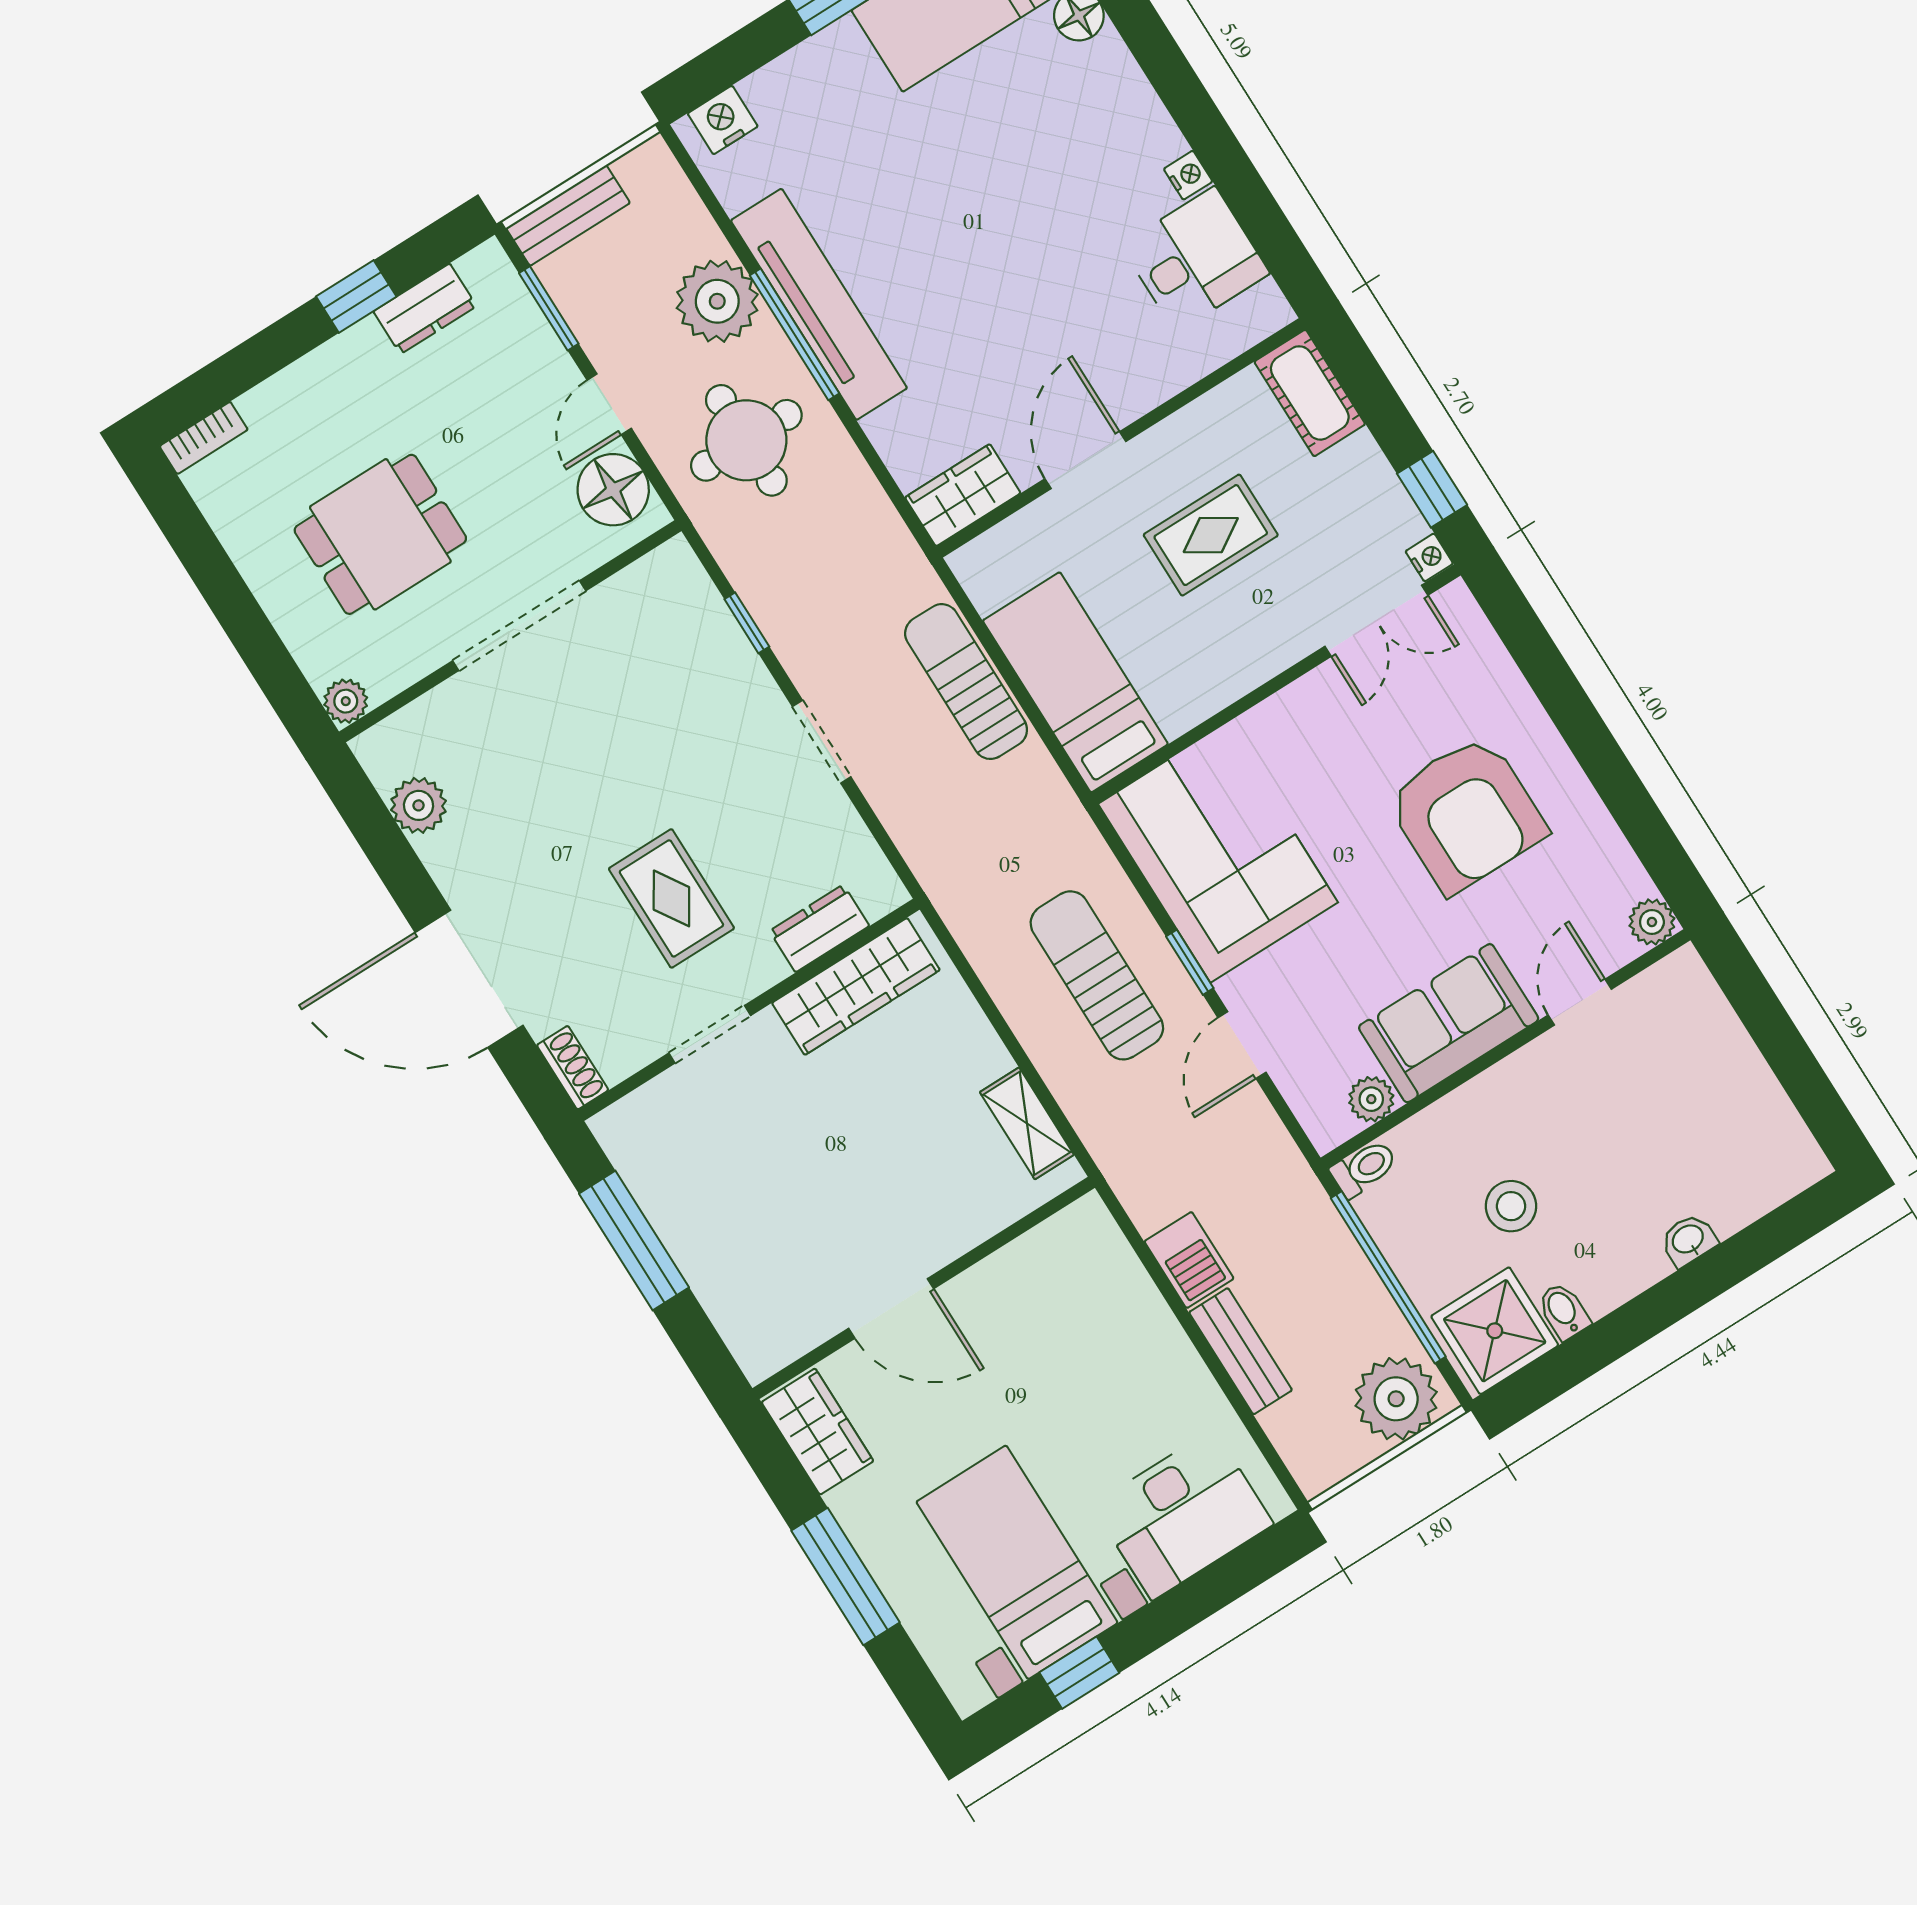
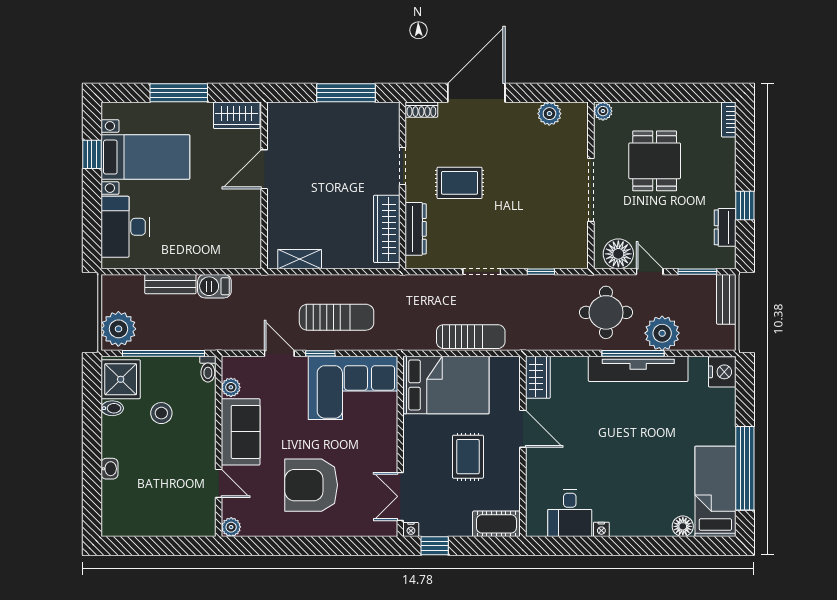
nightstand: (723, 120) -> (722, 372), width x1.36, depth x1.33
bed: (1075, 682) -> (446, 385), width x1.50
dresser: (819, 928) -> (416, 229), width x1.44

